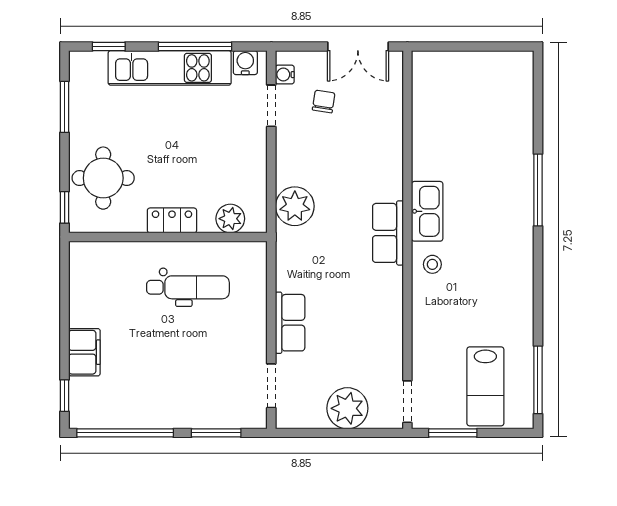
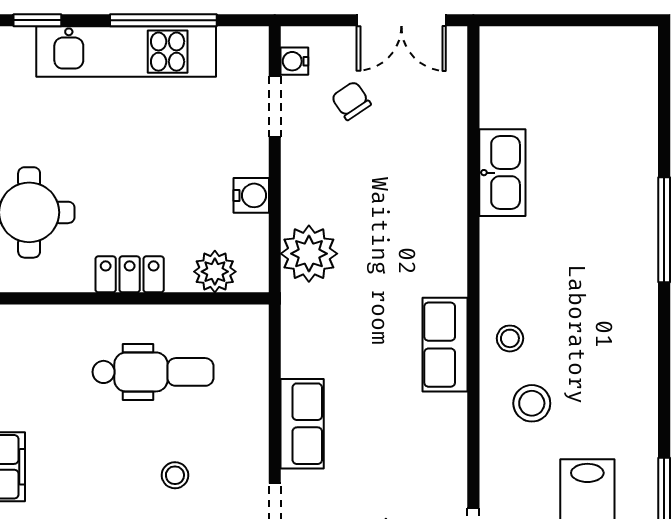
water cooler: (245, 63) -> (251, 195), moved, turned 90
chair: (324, 102) -> (351, 101), turned -43
kitchen sink: (427, 211) -> (502, 173), moved
row of seats: (388, 233) -> (445, 345), moved
stool: (447, 309) -> (532, 403), added
stool: (203, 358) -> (175, 475), added

